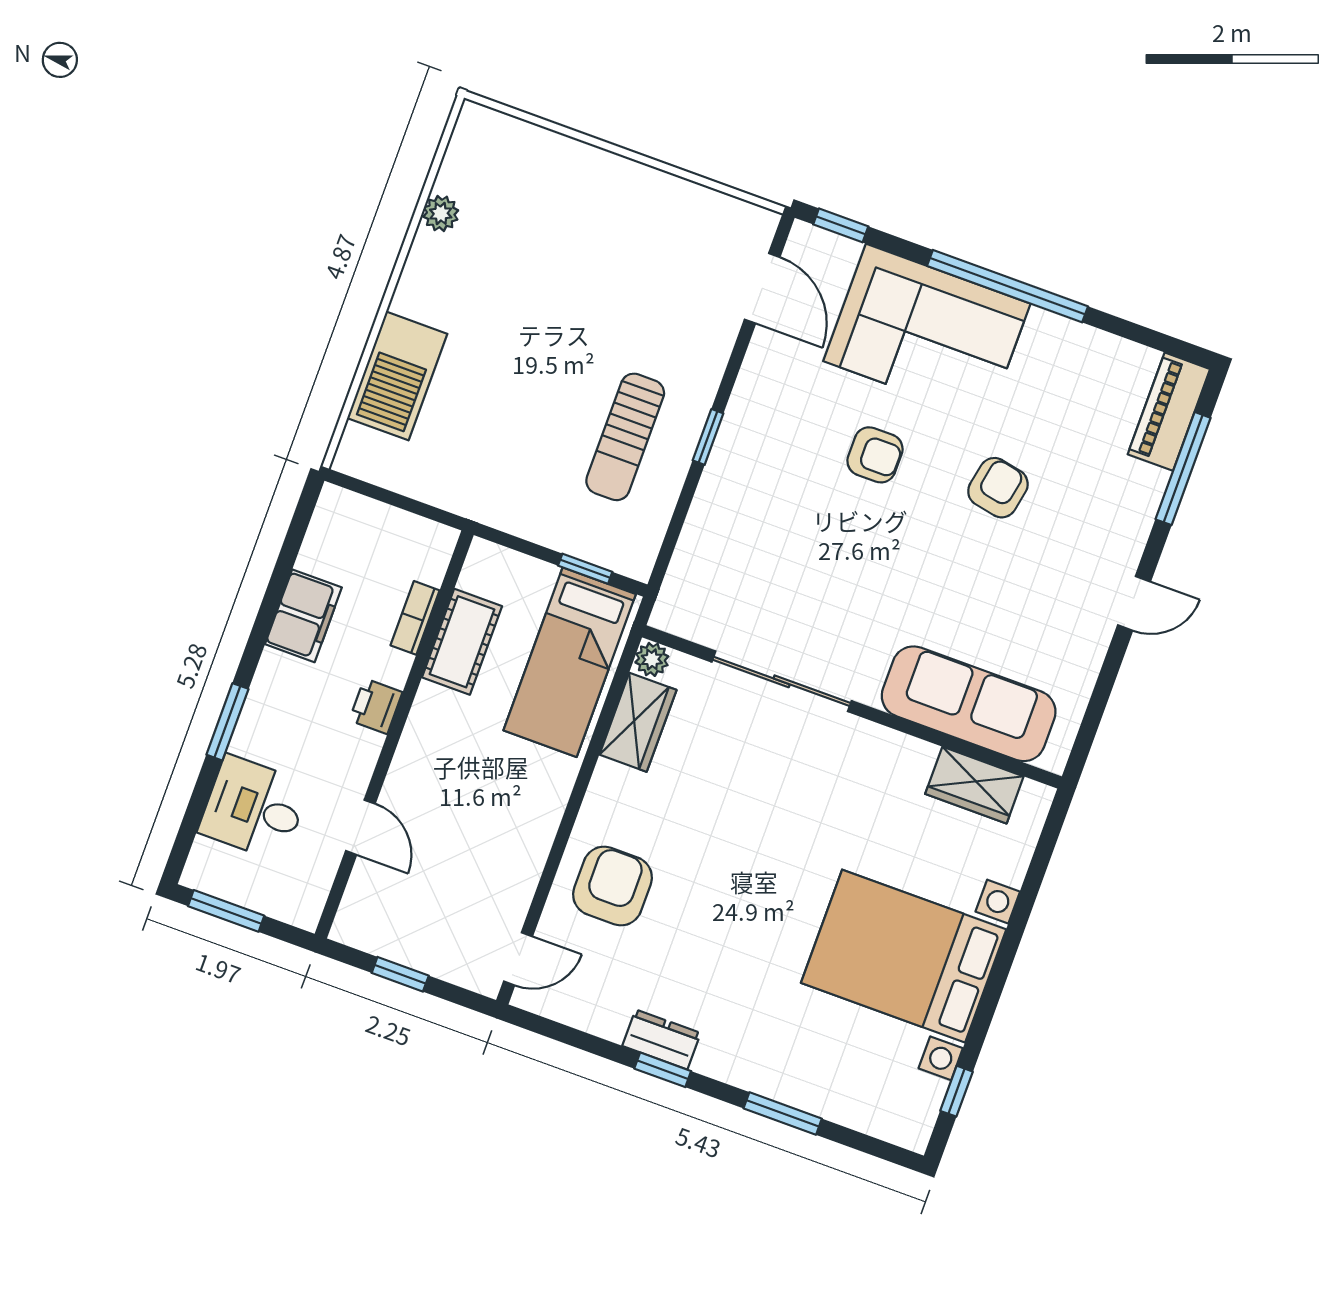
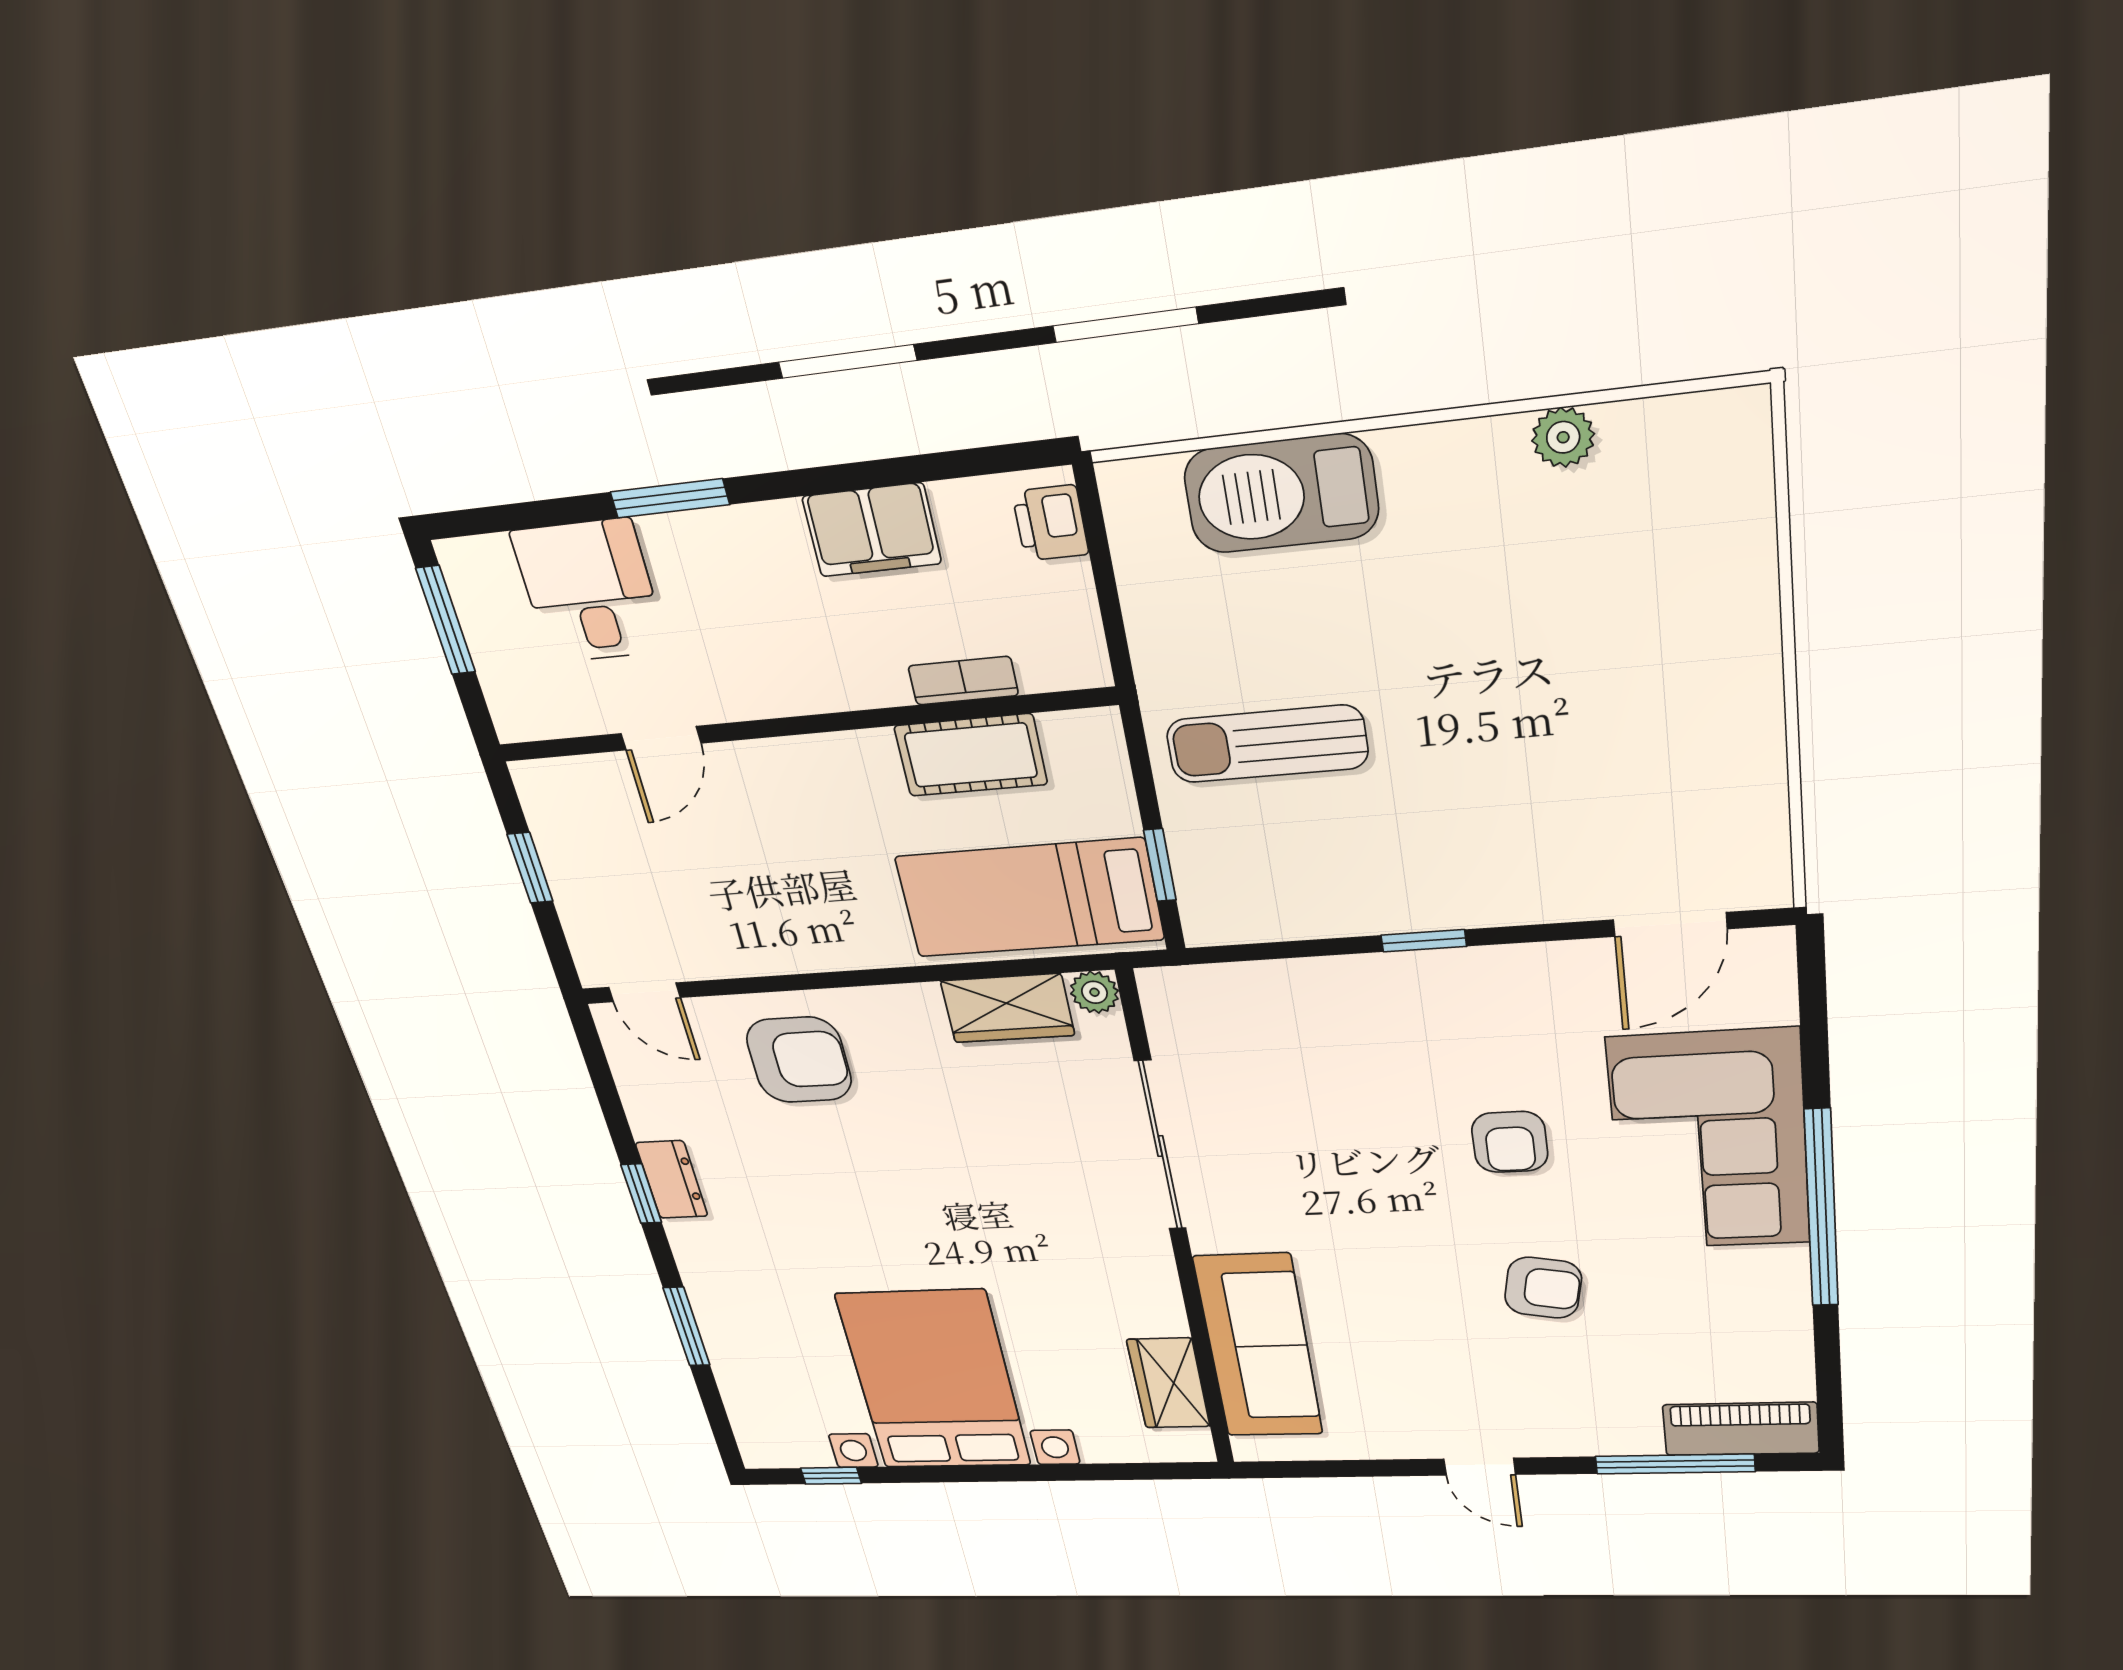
window: (841, 225) -> (1812, 986), removed
sun lounger: (625, 437) -> (1267, 744), moved
printer: (376, 706) -> (1050, 523), moved, turned -90

